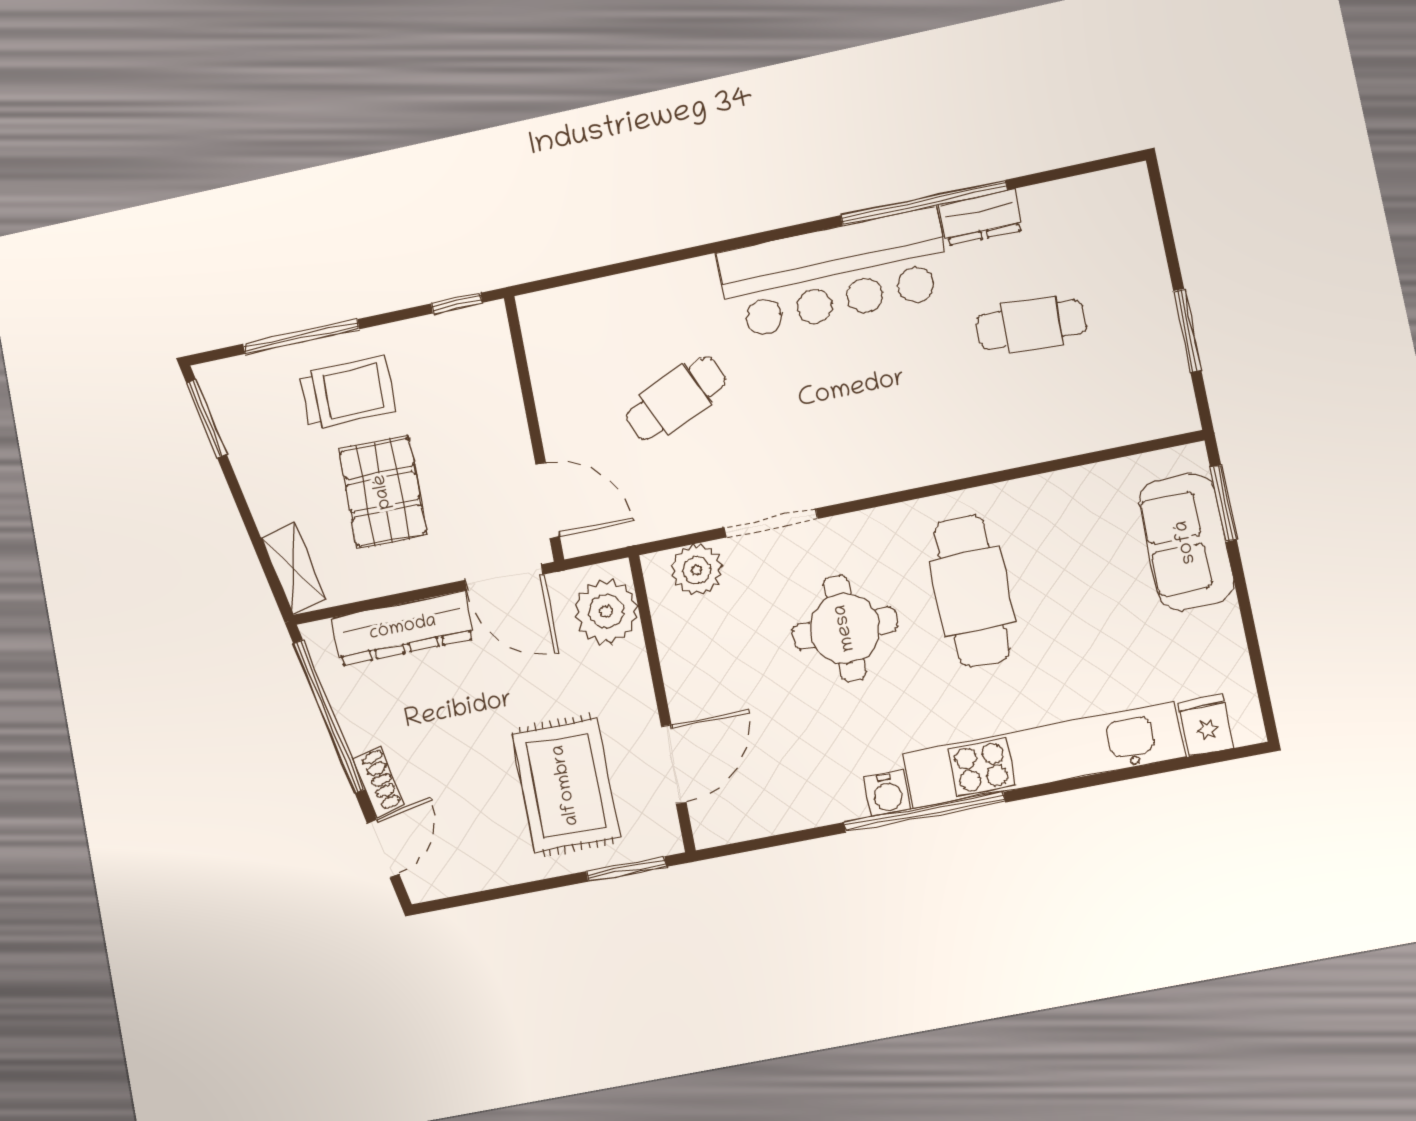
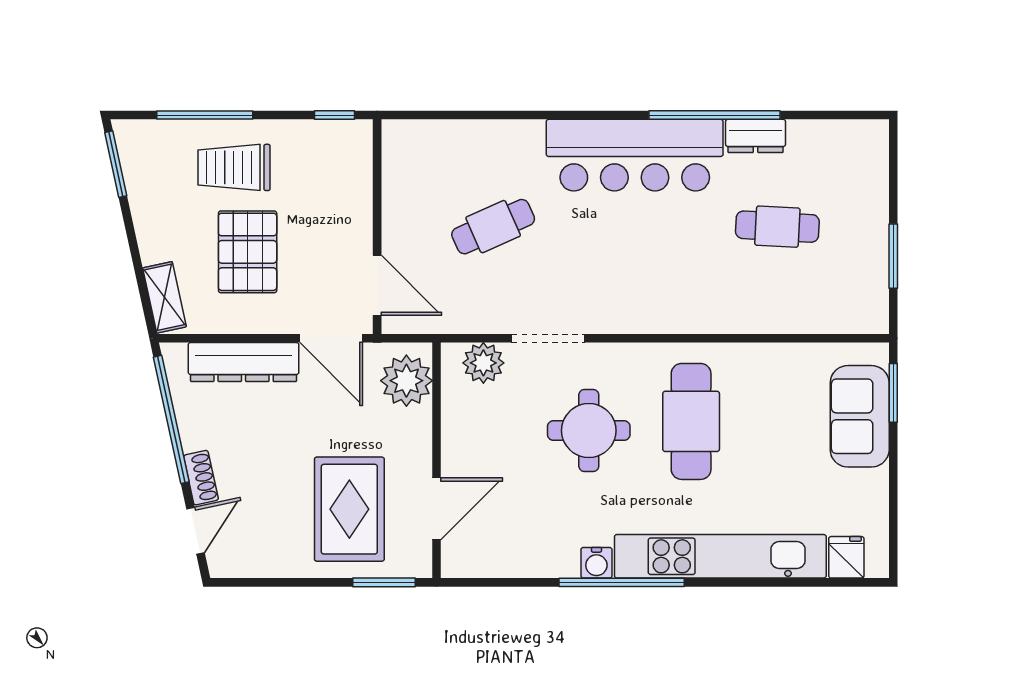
trolley: (348, 393) -> (234, 167), turned 180

